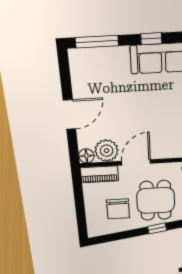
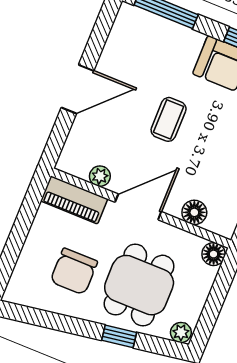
coffee table: (130, 107) -> (169, 119), added
plant: (107, 151) -> (100, 176), width x0.53, depth x0.53
floor lamp: (86, 156) -> (194, 212), moved

